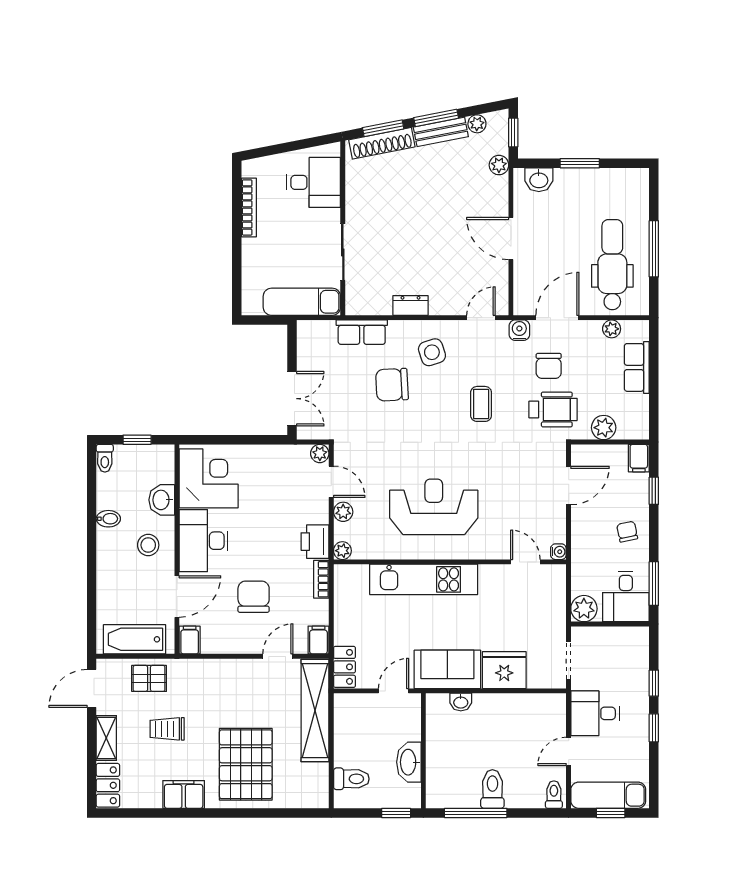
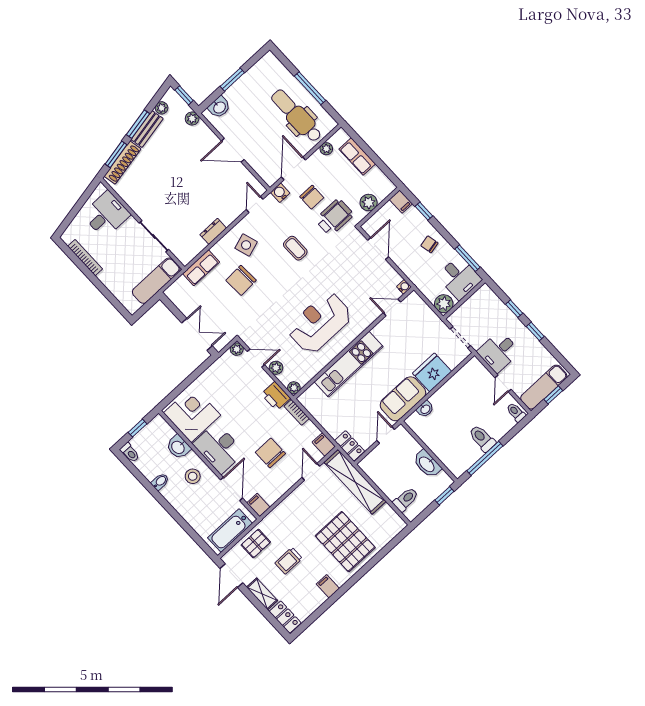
filing cabinet: (184, 794) -> (328, 586), width x0.50

